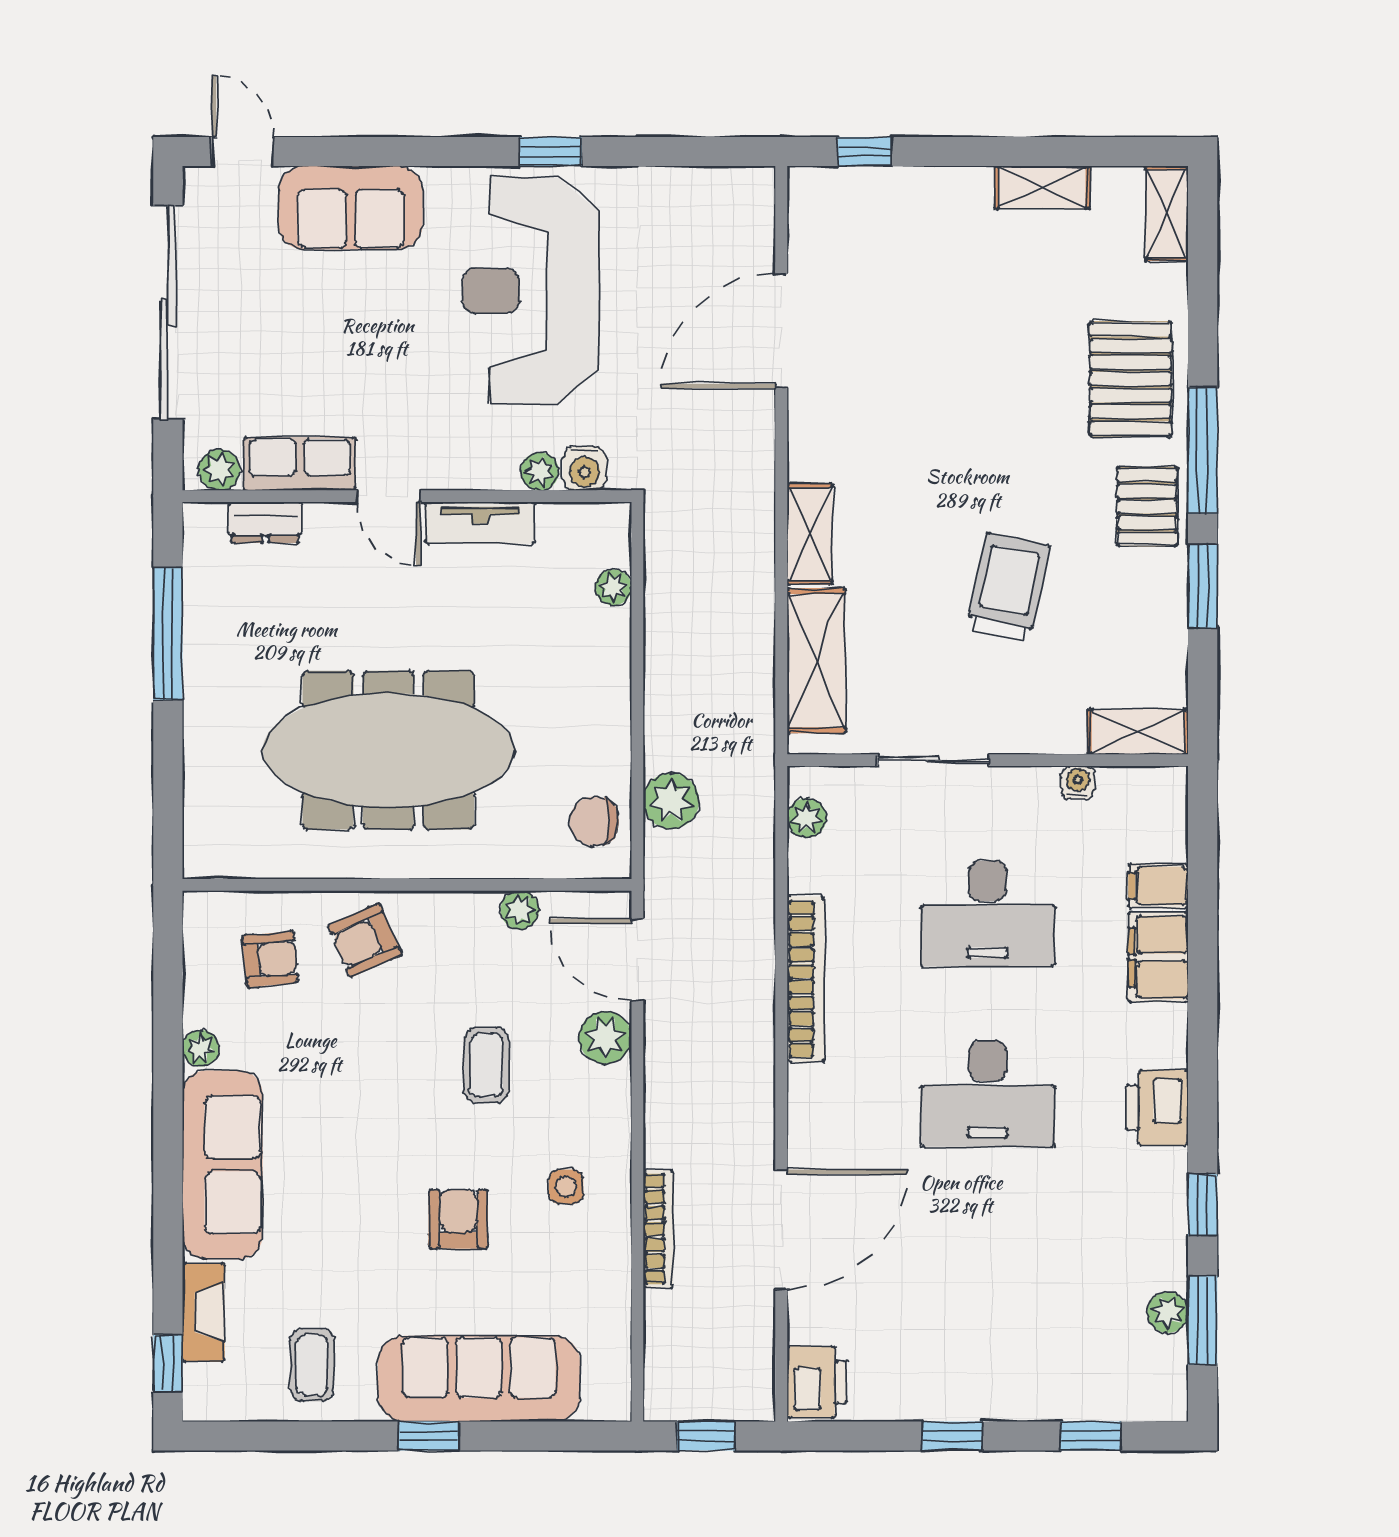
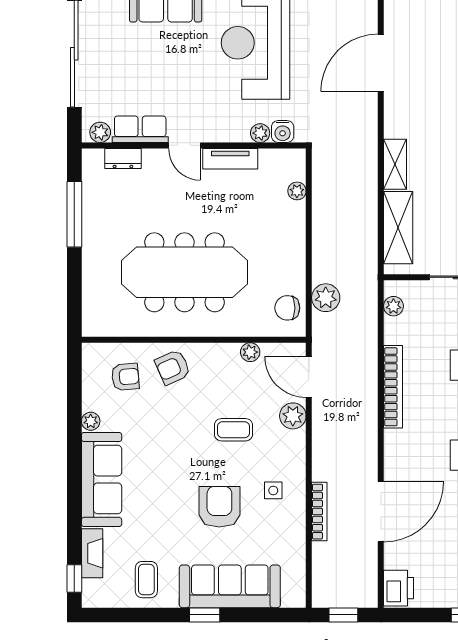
coffee table: (486, 1065) -> (234, 430), turned 90
armchair: (458, 1219) -> (219, 507), width x1.38, depth x1.38

